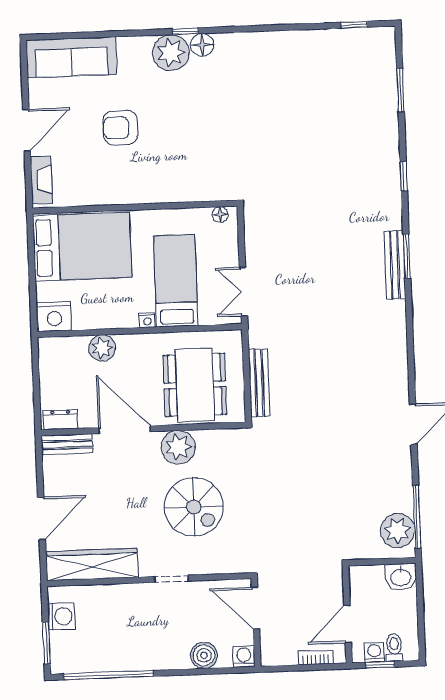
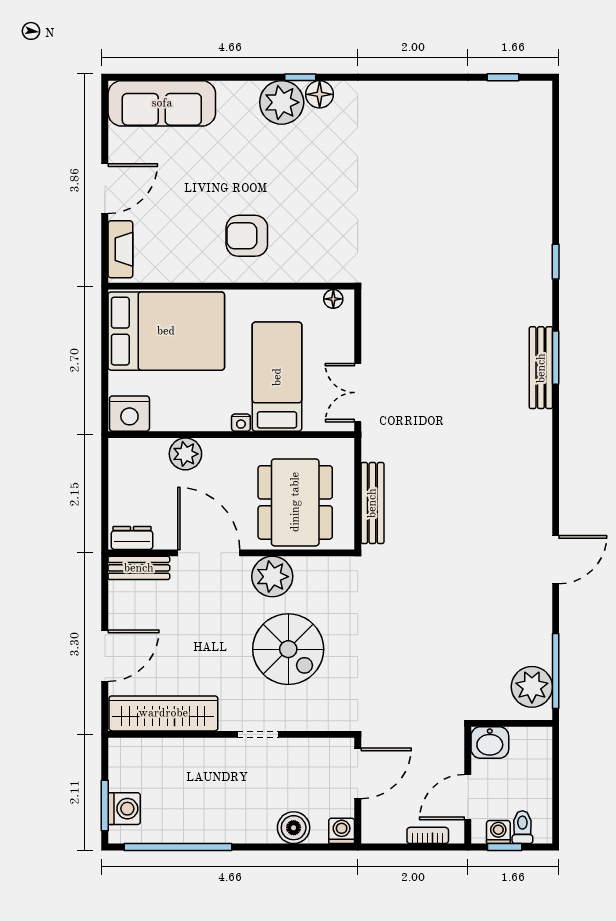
window: (400, 90) -> (556, 158), removed
armchair: (120, 128) -> (247, 236), moved
washbasin: (401, 577) -> (490, 743), moved
door: (256, 608) -> (358, 773), swing flipped
washing machine: (61, 616) -> (124, 809), moved

